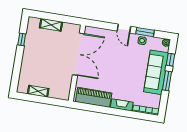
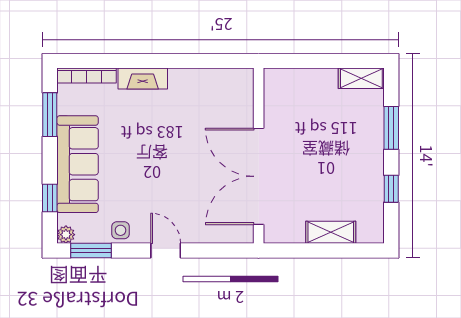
window: (145, 32) -> (91, 251), moved
window: (17, 66) -> (391, 128), added
window: (167, 81) -> (50, 115), moved
shelving: (38, 91) -> (361, 78), moved
piano: (94, 97) -> (208, 85), removed

